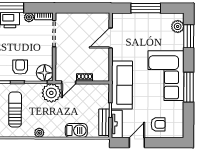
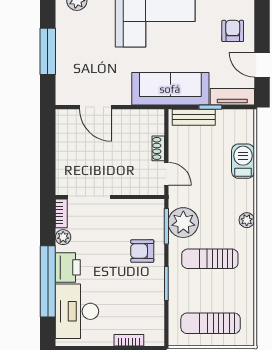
floor lamp: (45, 73) -> (151, 212), removed
plant: (51, 93) -> (183, 223), moved
bench: (104, 122) -> (194, 117), moved

